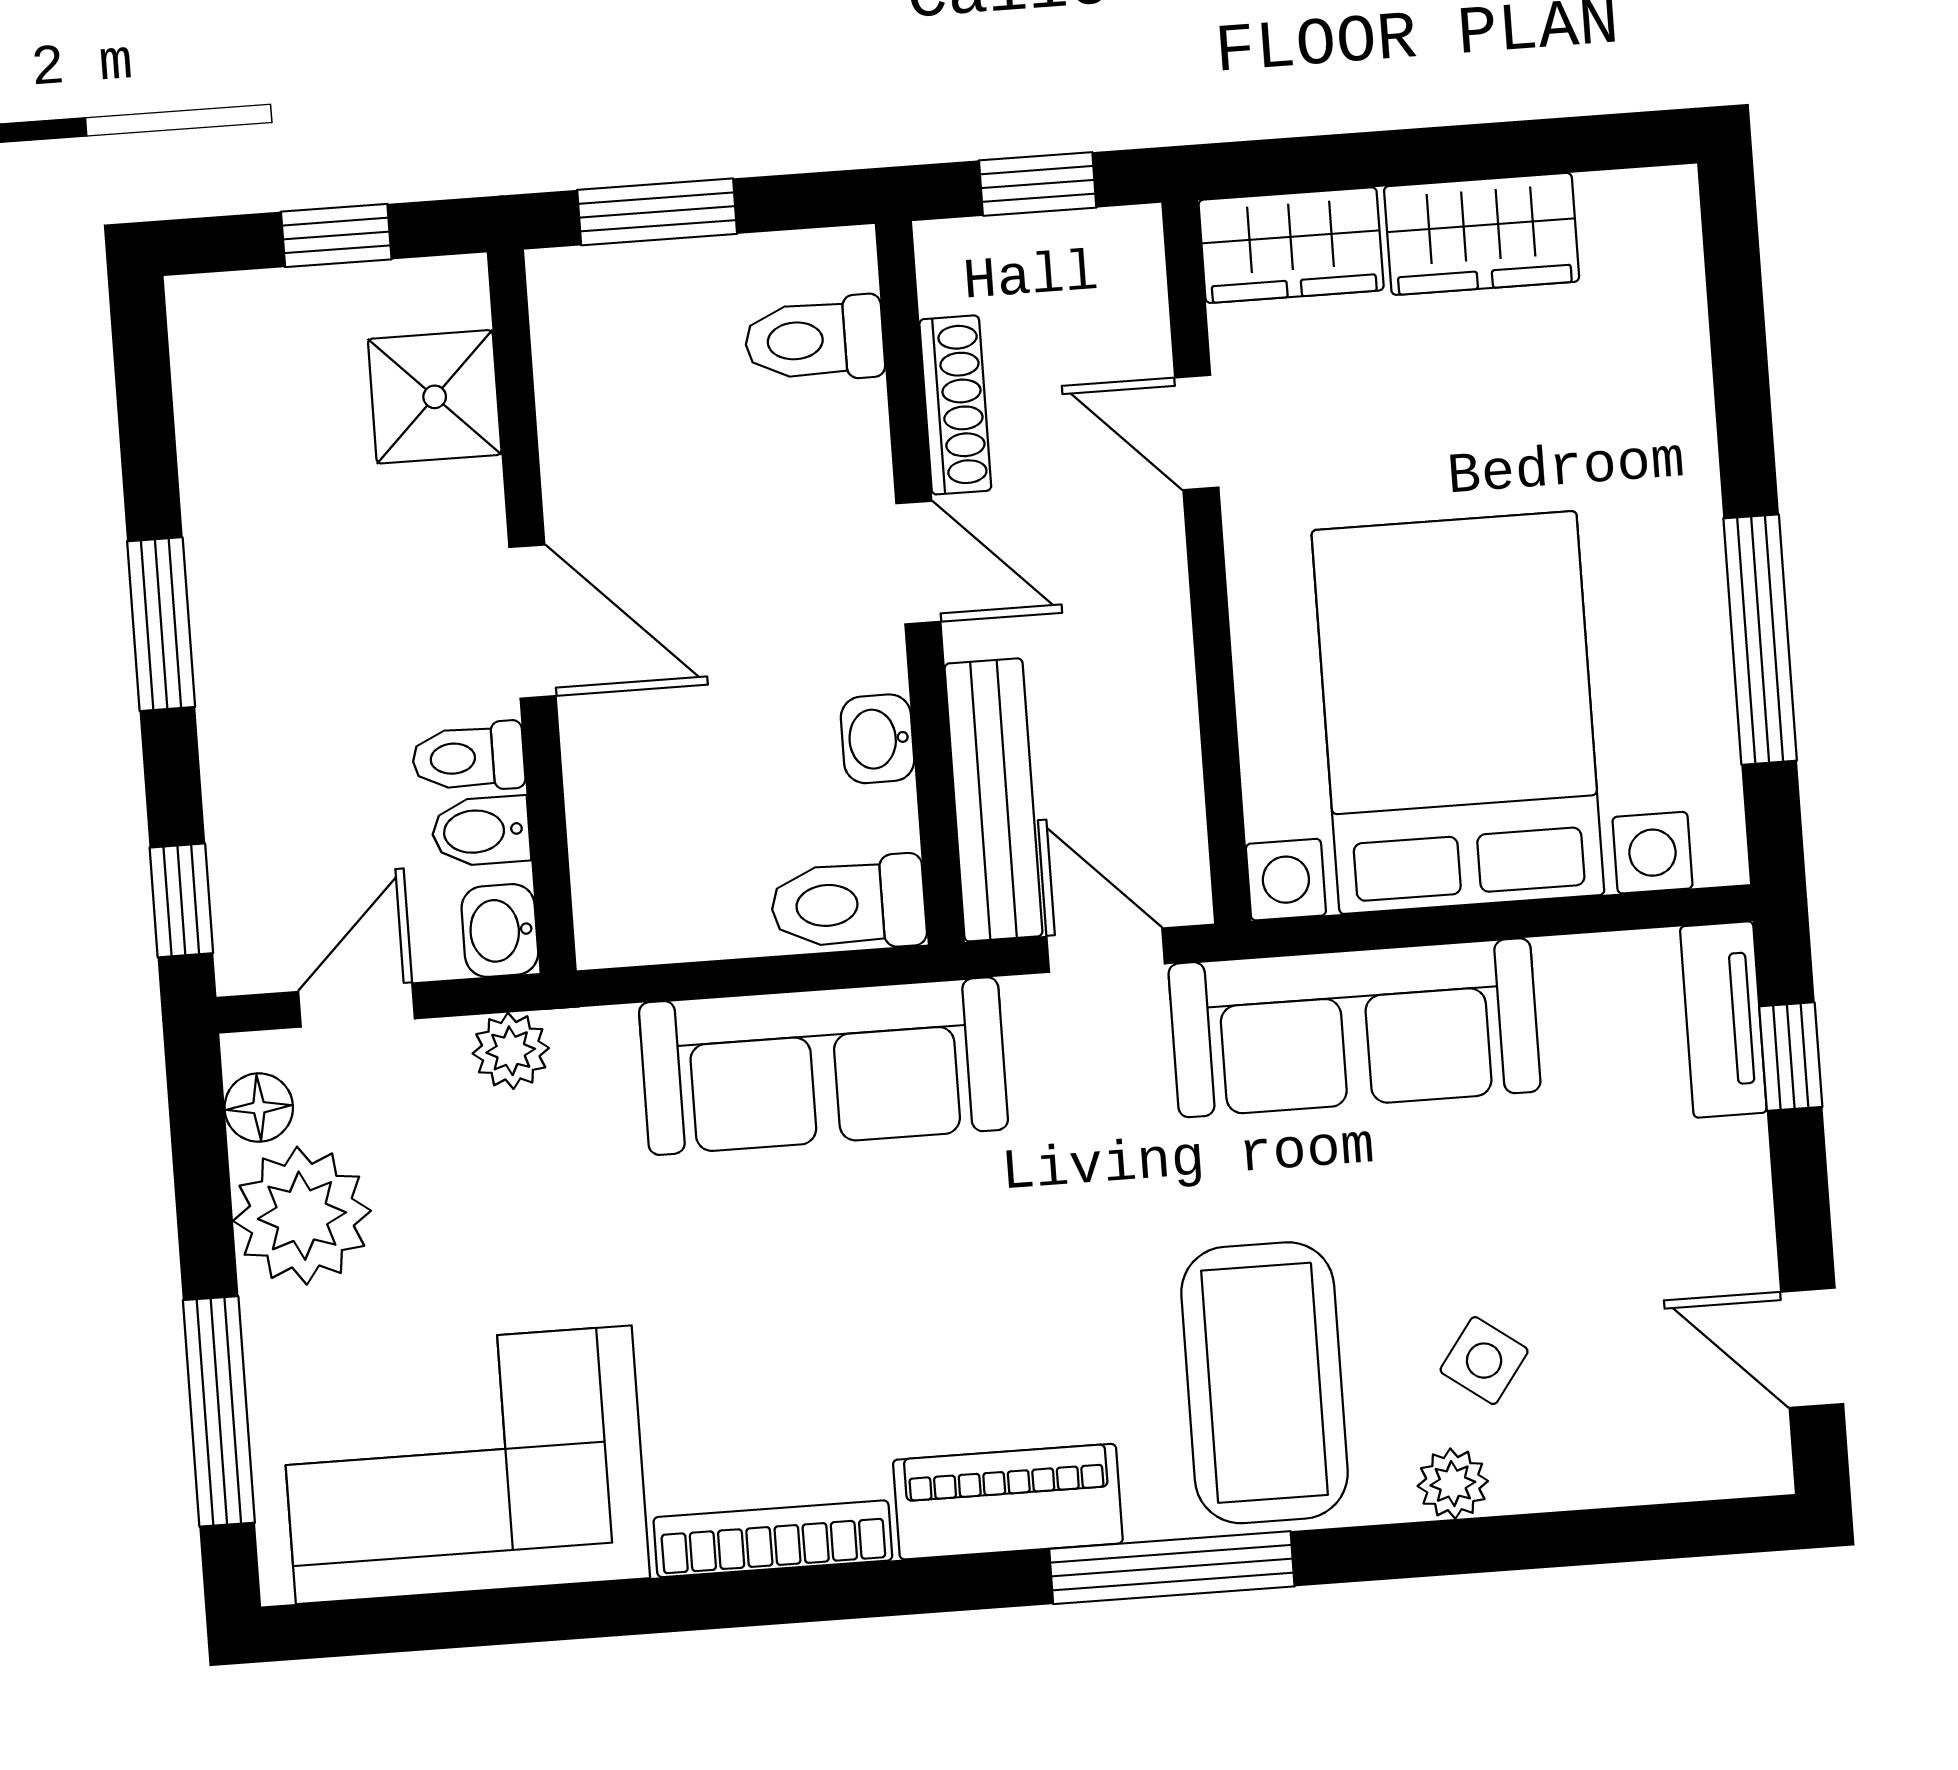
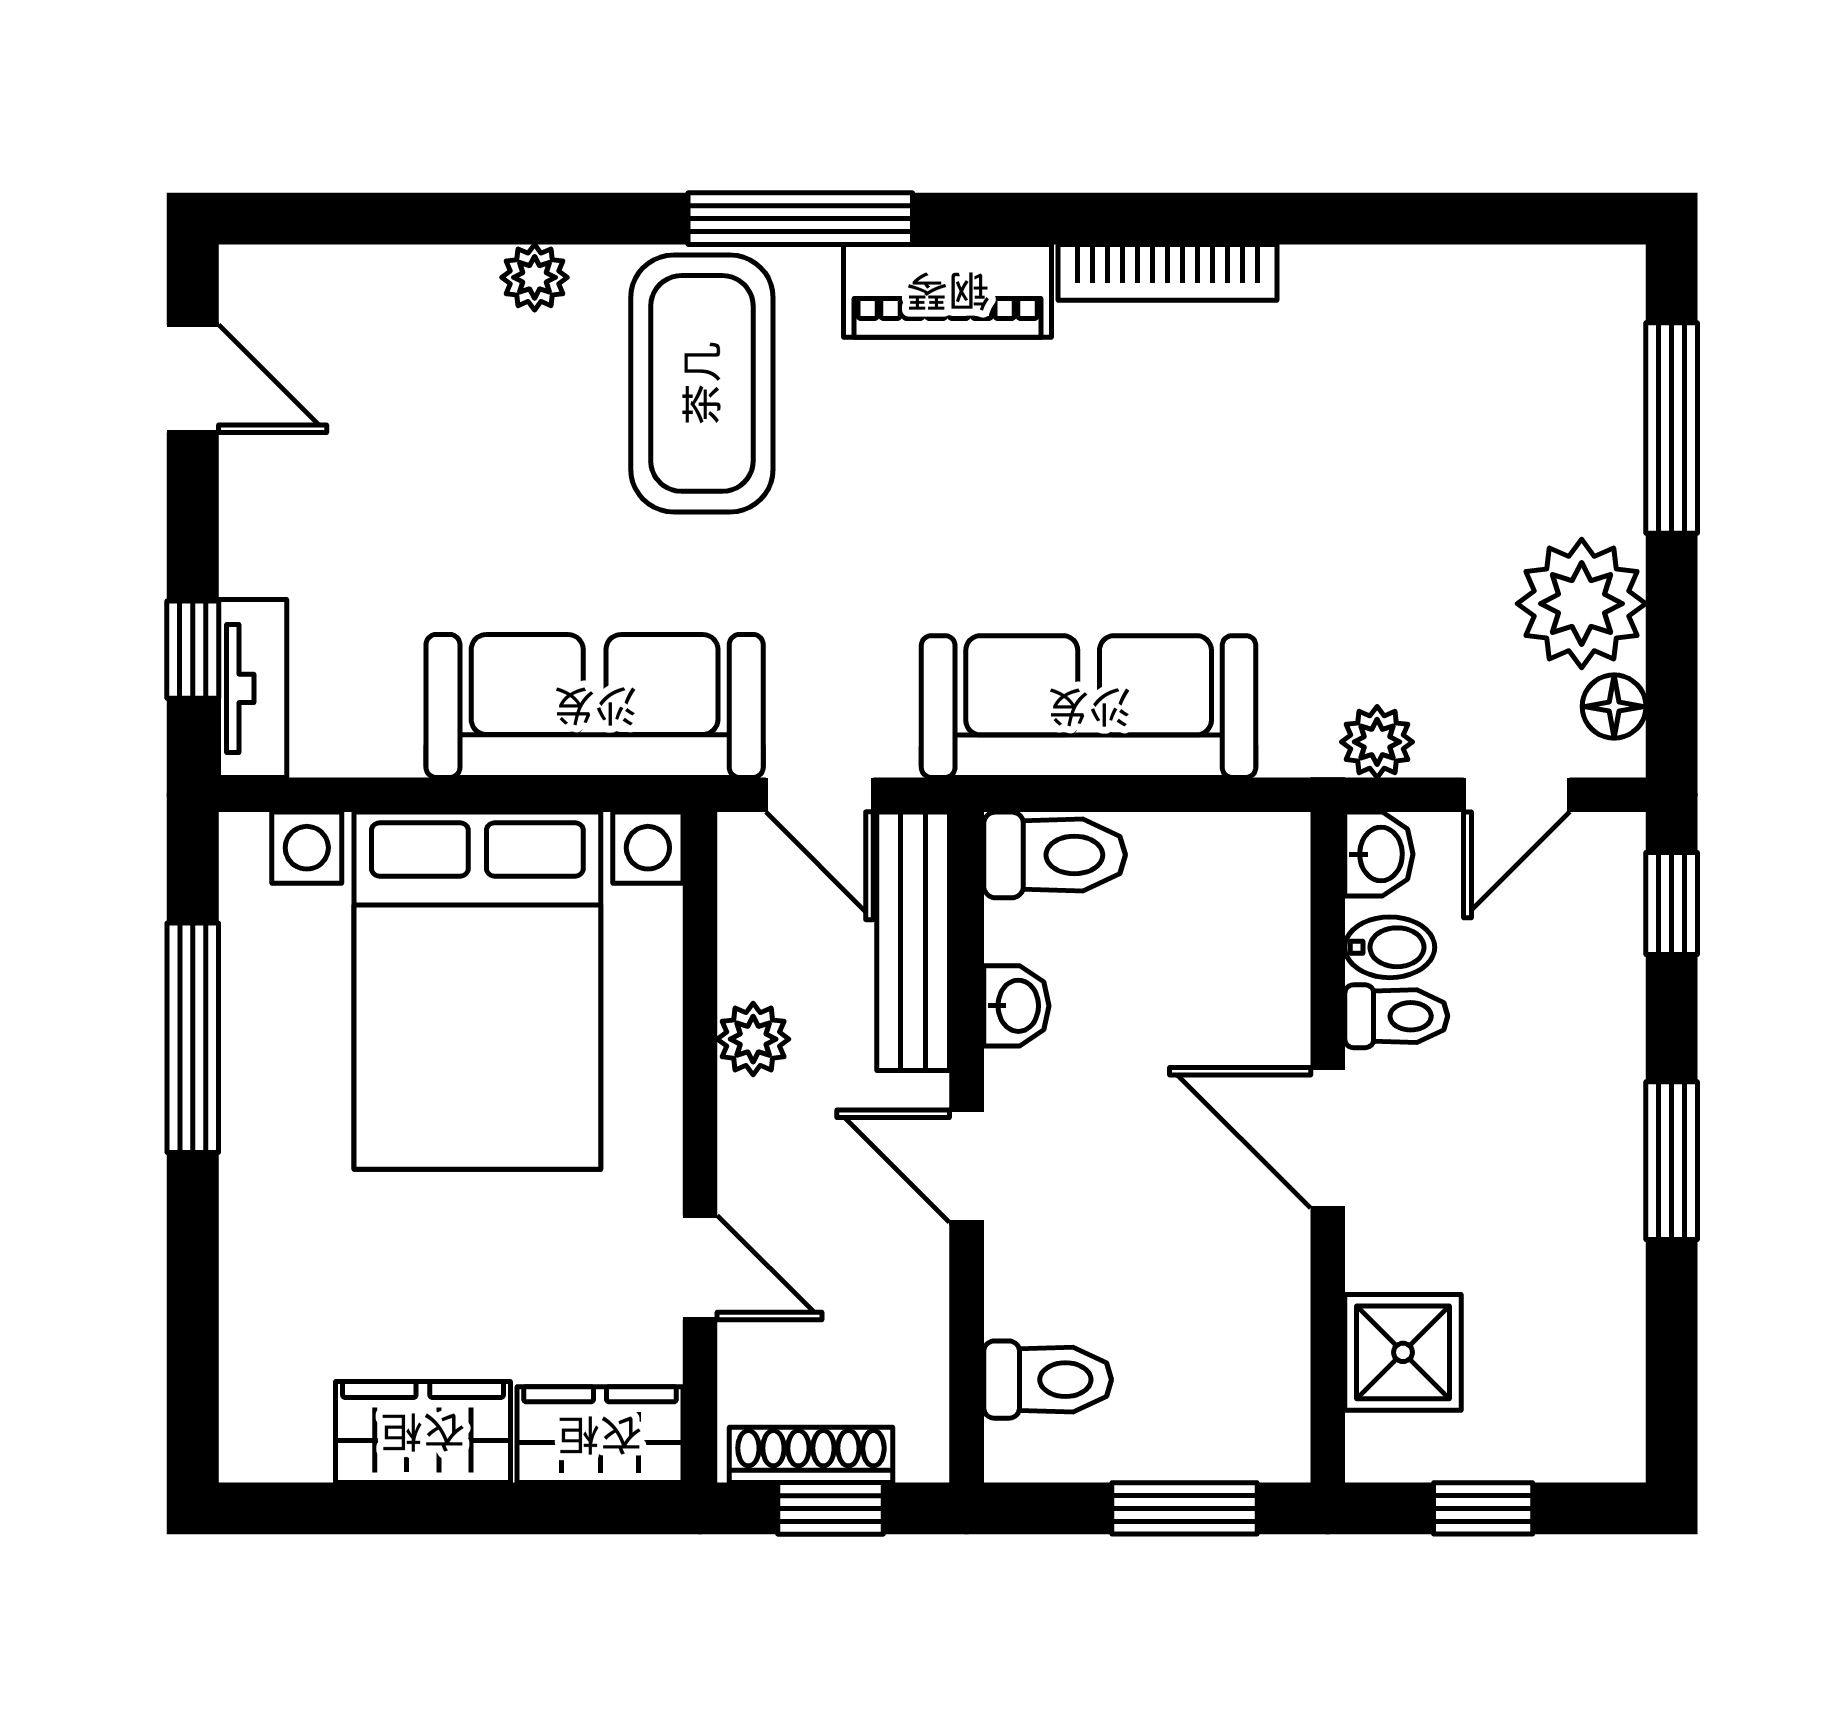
shoe rack: (955, 405) -> (811, 1455), moved, turned 90
plant: (1158, 682) -> (753, 1039), added
side table: (1484, 1361) -> (497, 389), removed
corner sofa: (464, 1465) -> (1449, 362), removed

